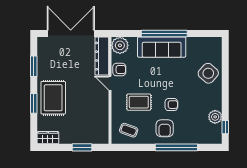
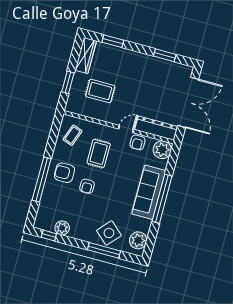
plant: (208, 45) -> (138, 240), added
window: (225, 73) -> (104, 250), added
rug: (53, 98) -> (100, 91), moved, width x0.73, depth x0.70
window: (34, 103) -> (113, 41), moved
wardrobe: (48, 138) -> (86, 55), width x1.50

